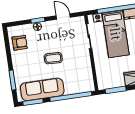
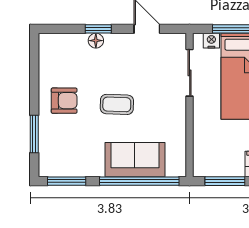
armchair: (20, 43) -> (64, 101), moved
sofa: (42, 89) -> (135, 160), moved, width x0.73

